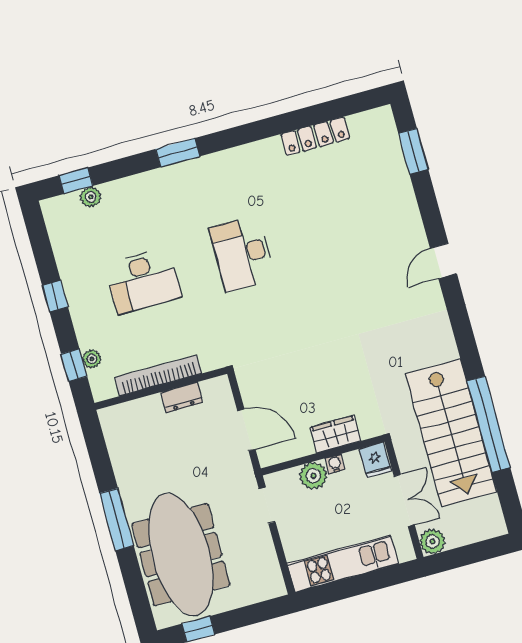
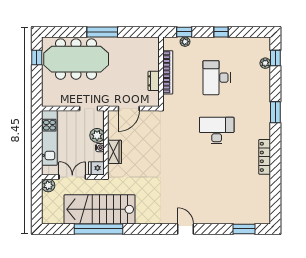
locker: (315, 136) -> (265, 157), moved
double door: (404, 500) -> (72, 177), swing flipped

